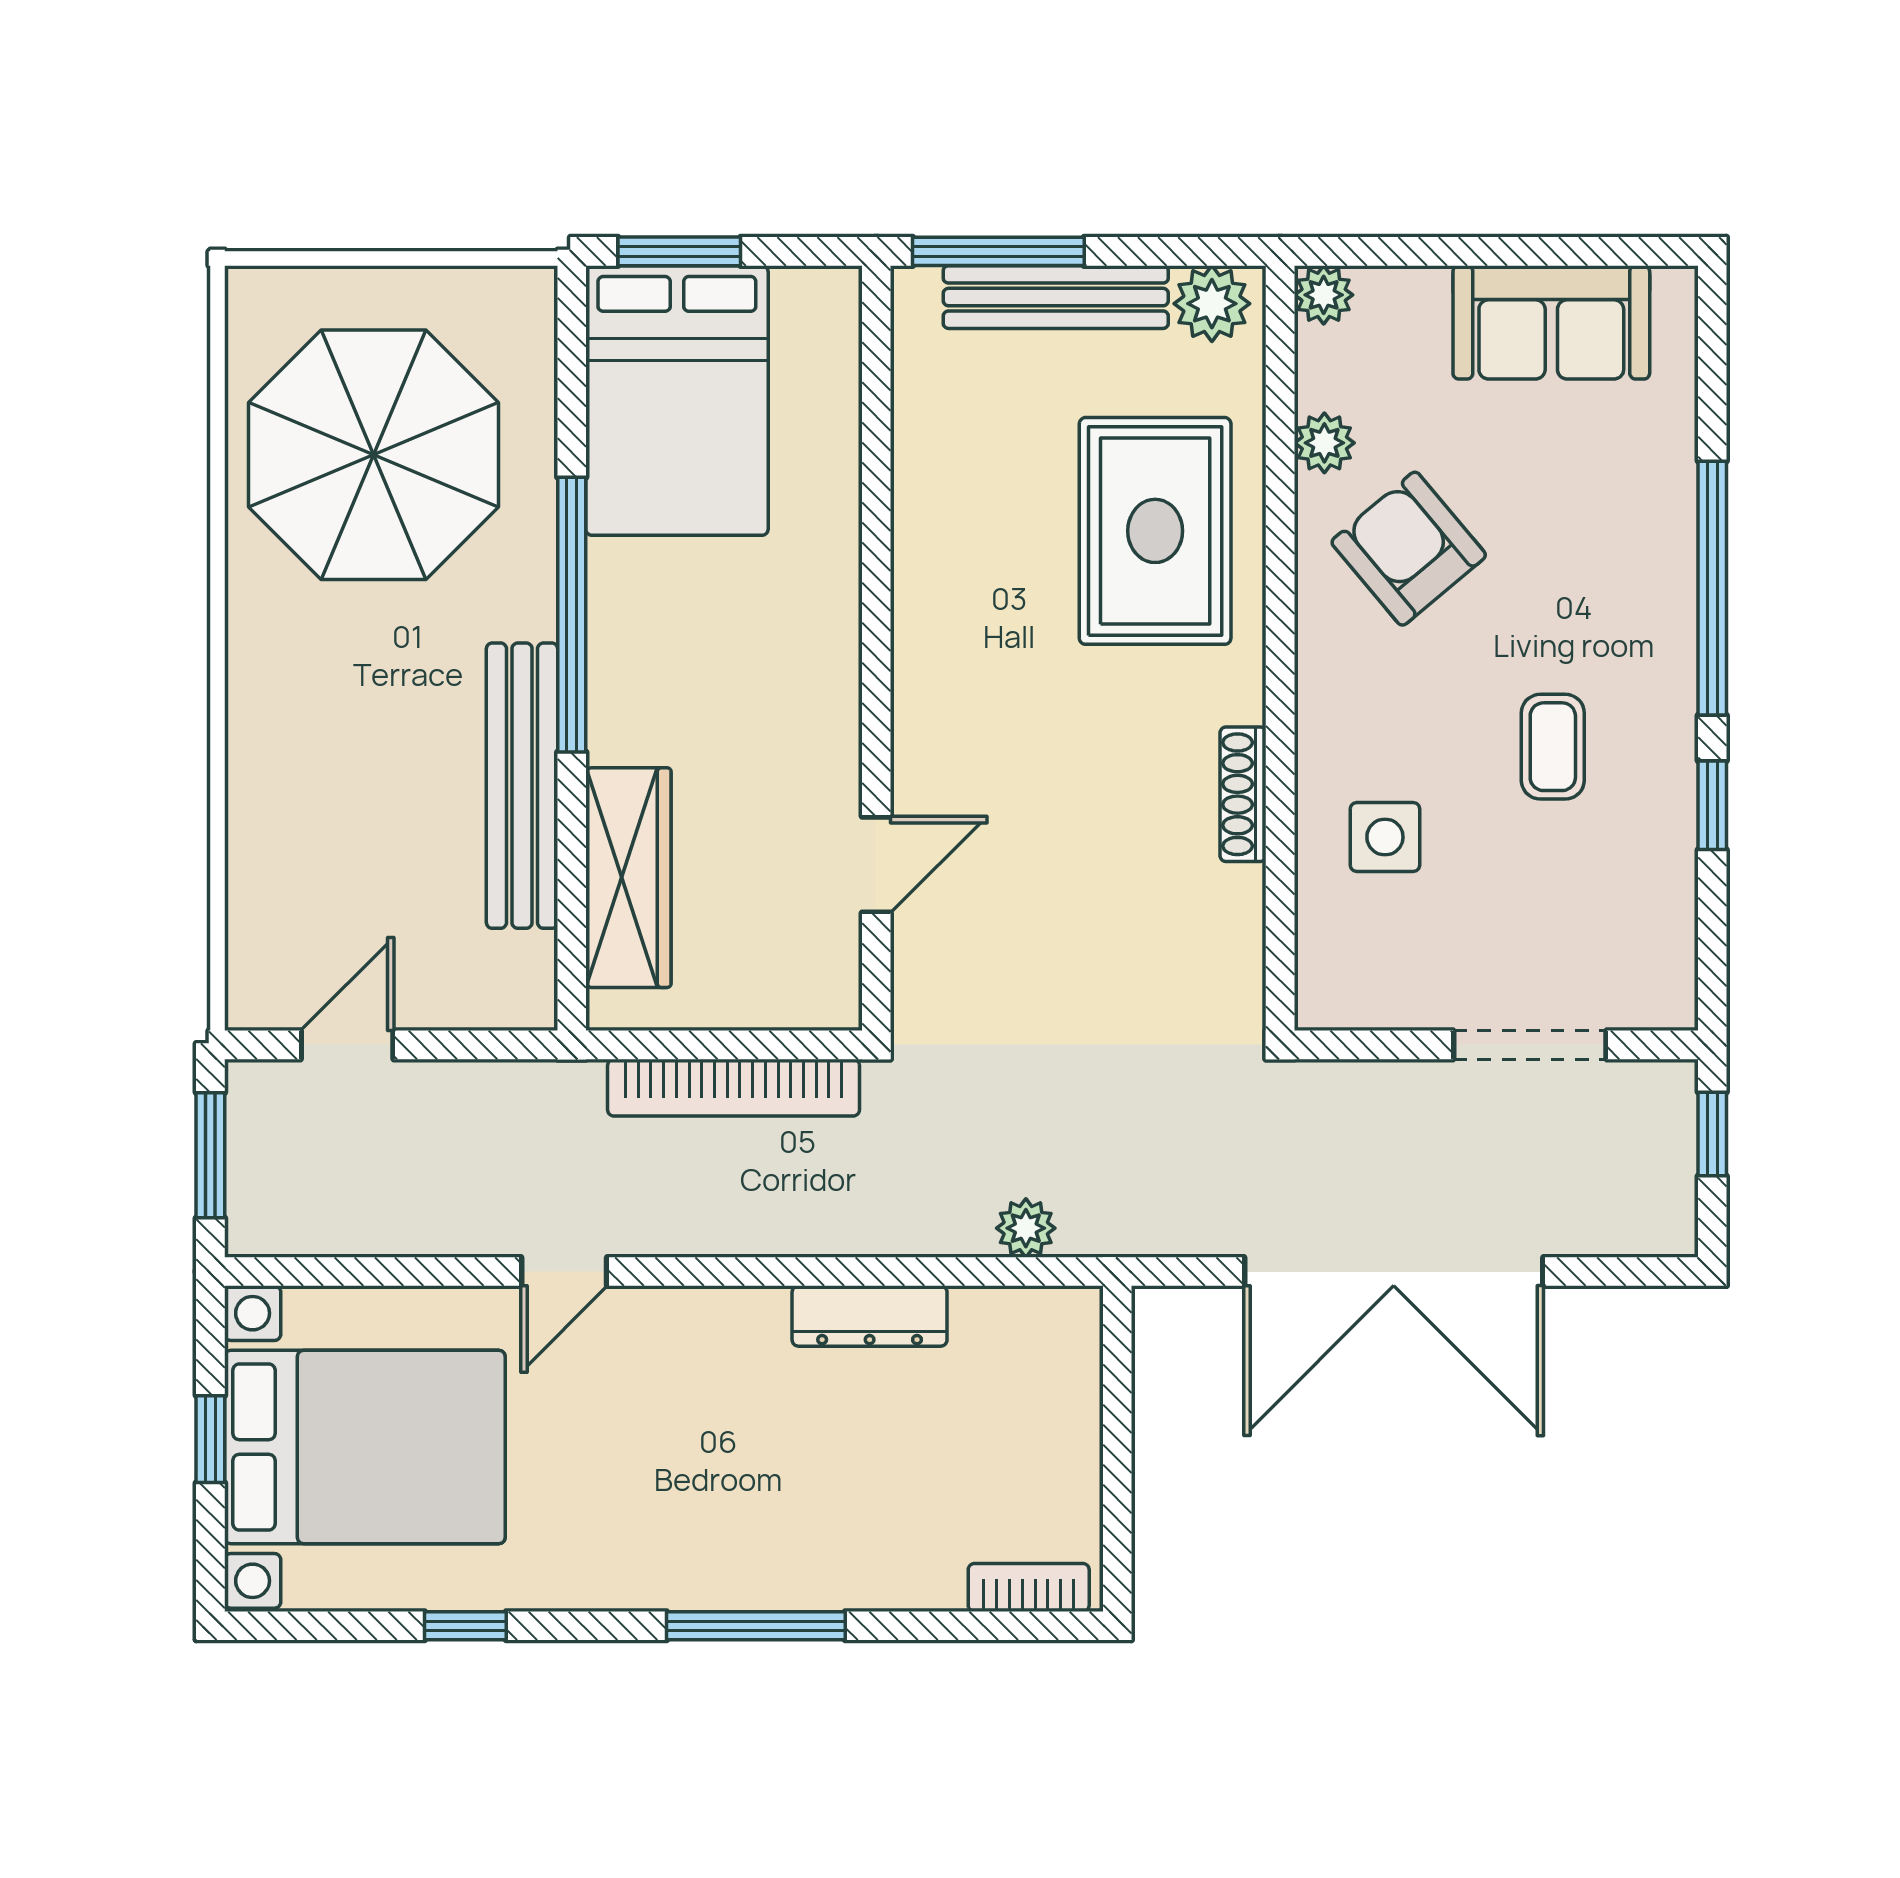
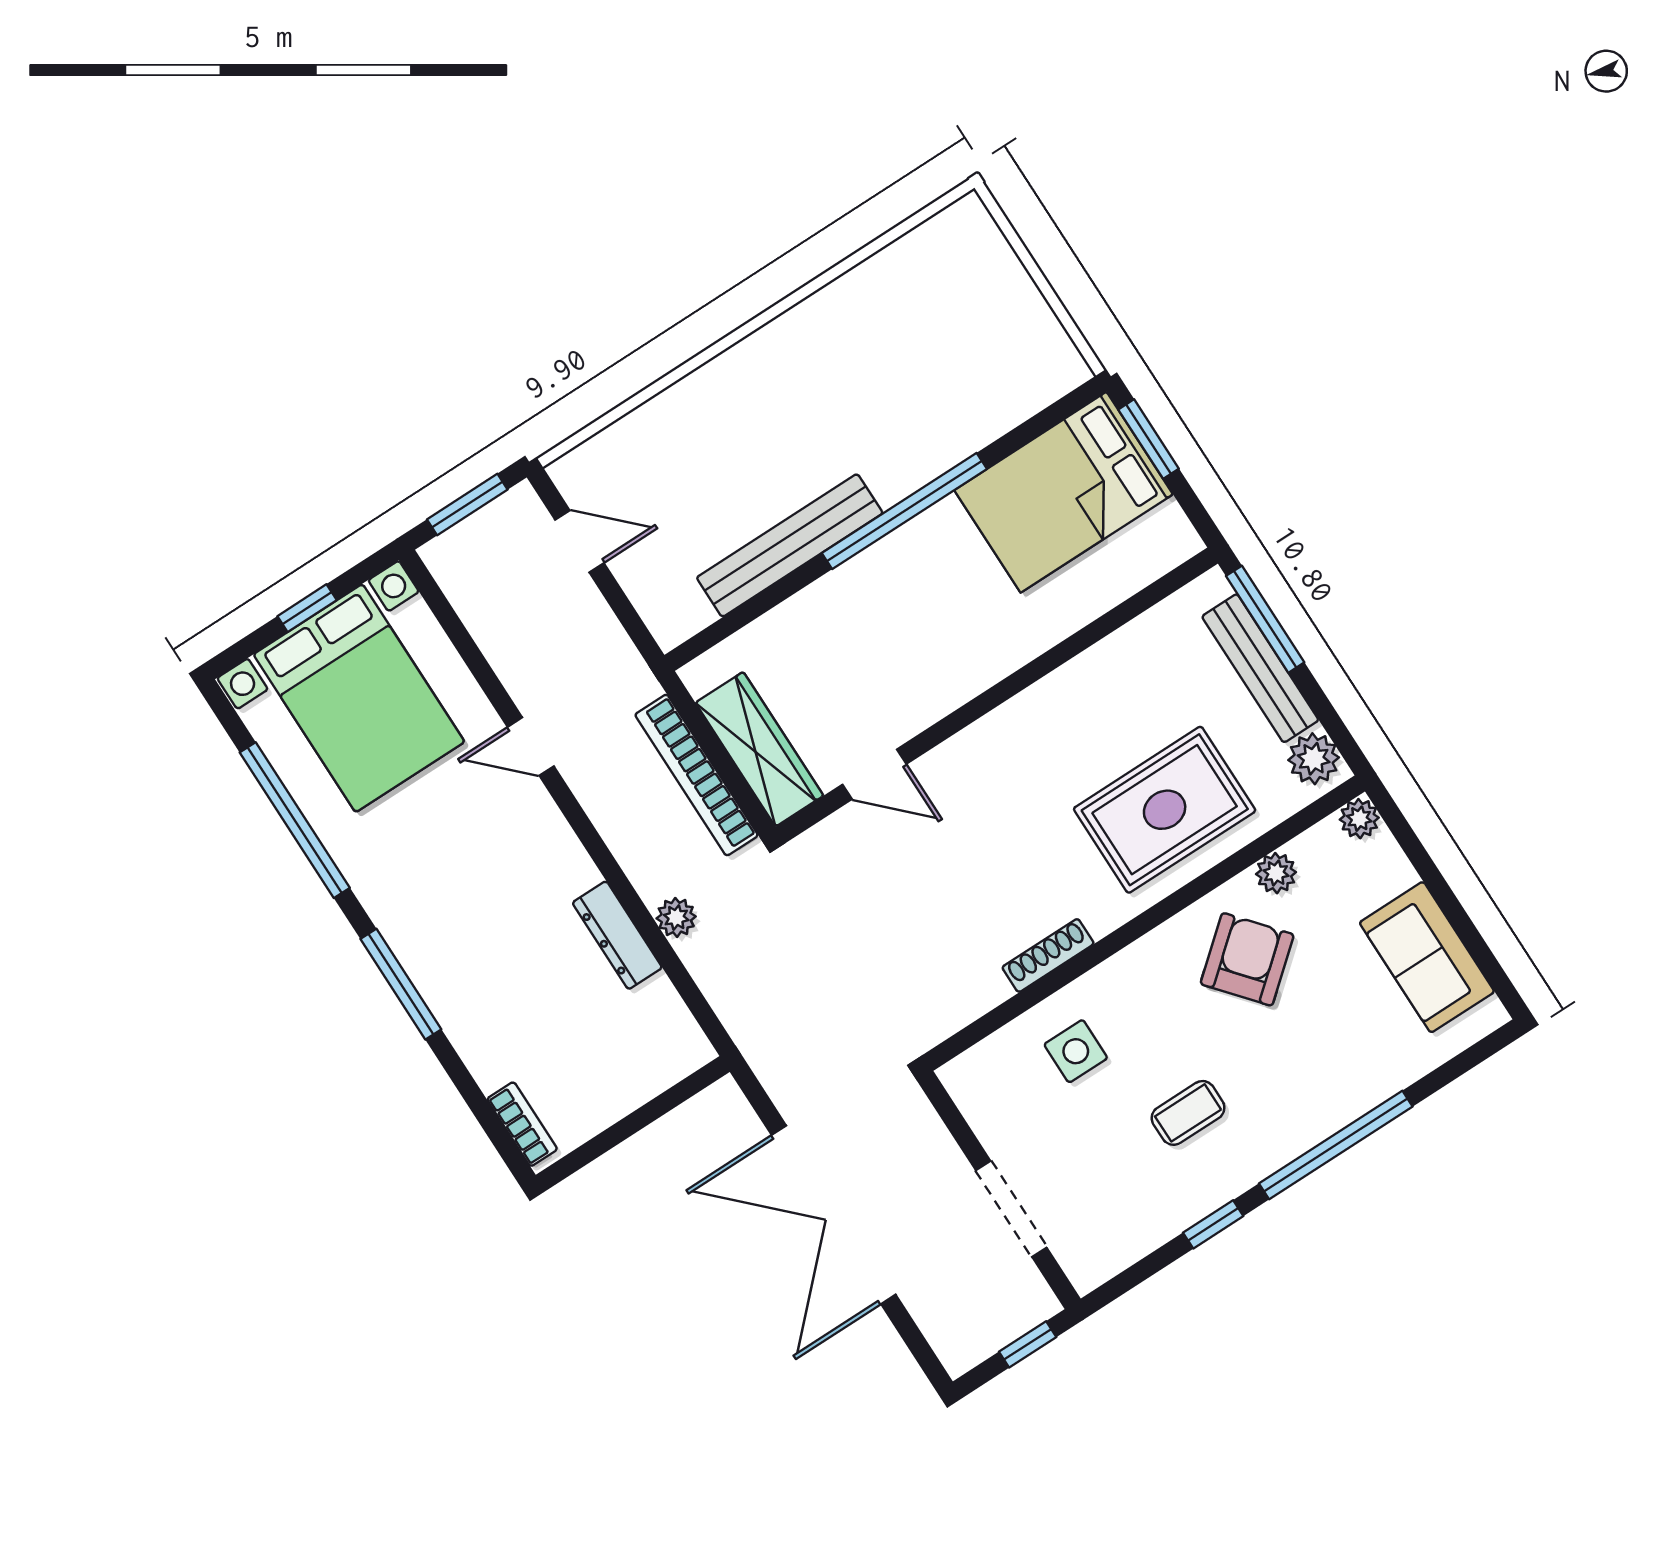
parasol: (373, 455) -> (922, 341), removed
wardrobe: (628, 878) -> (759, 749), moved, turned -90
plant: (1026, 1228) -> (676, 917), moved
window: (465, 1626) -> (295, 820), width x3.17

